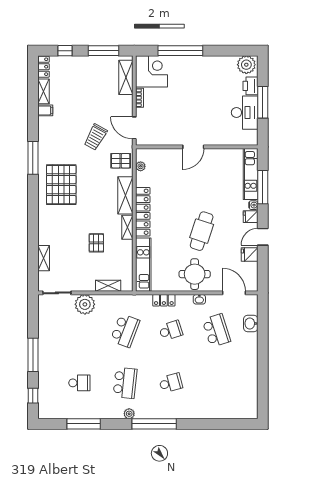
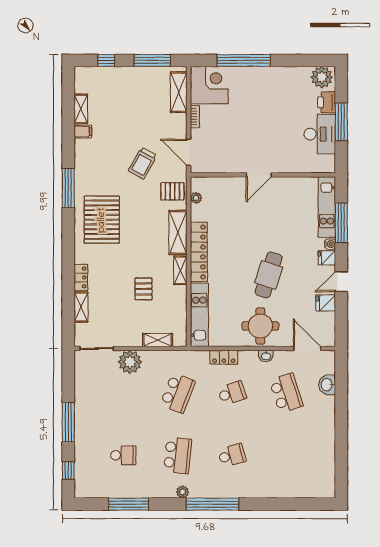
locker: (44, 67) -> (81, 277), moved

